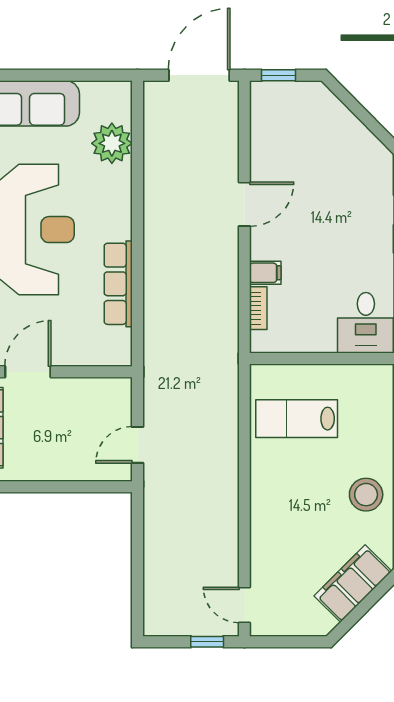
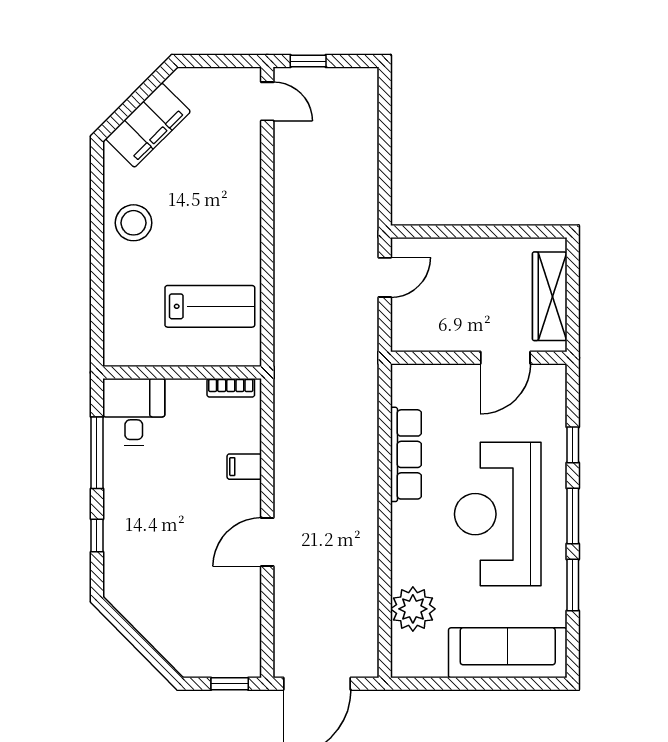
bookcase: (258, 308) -> (231, 388), moved, turned -90

